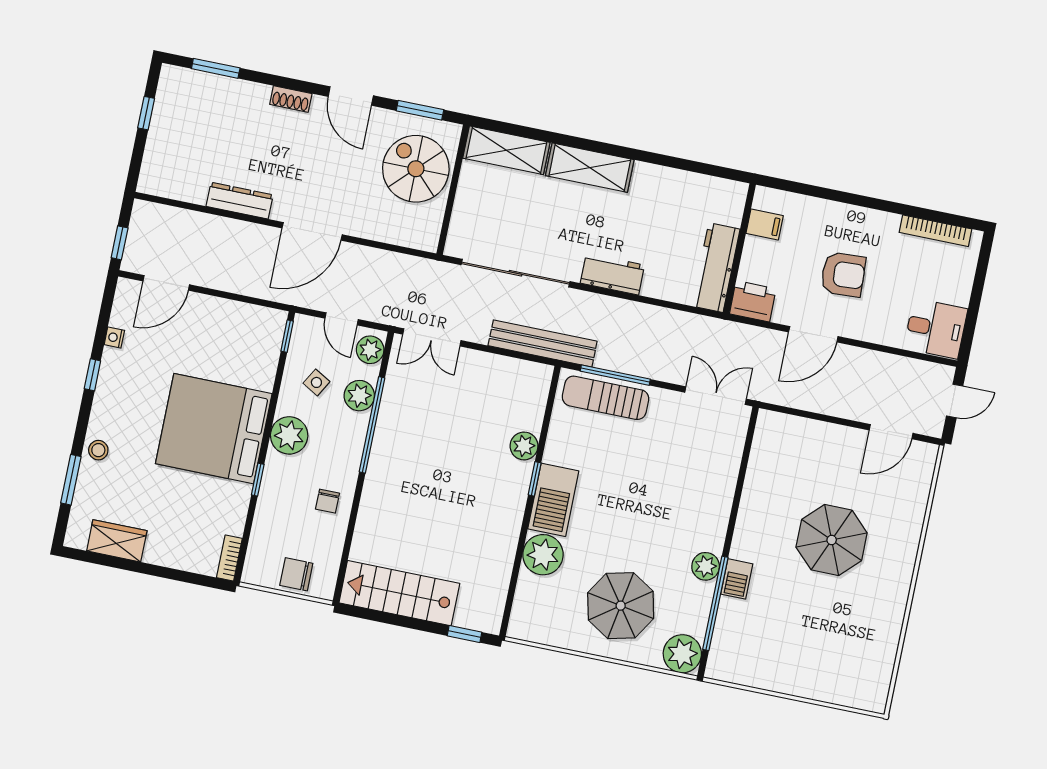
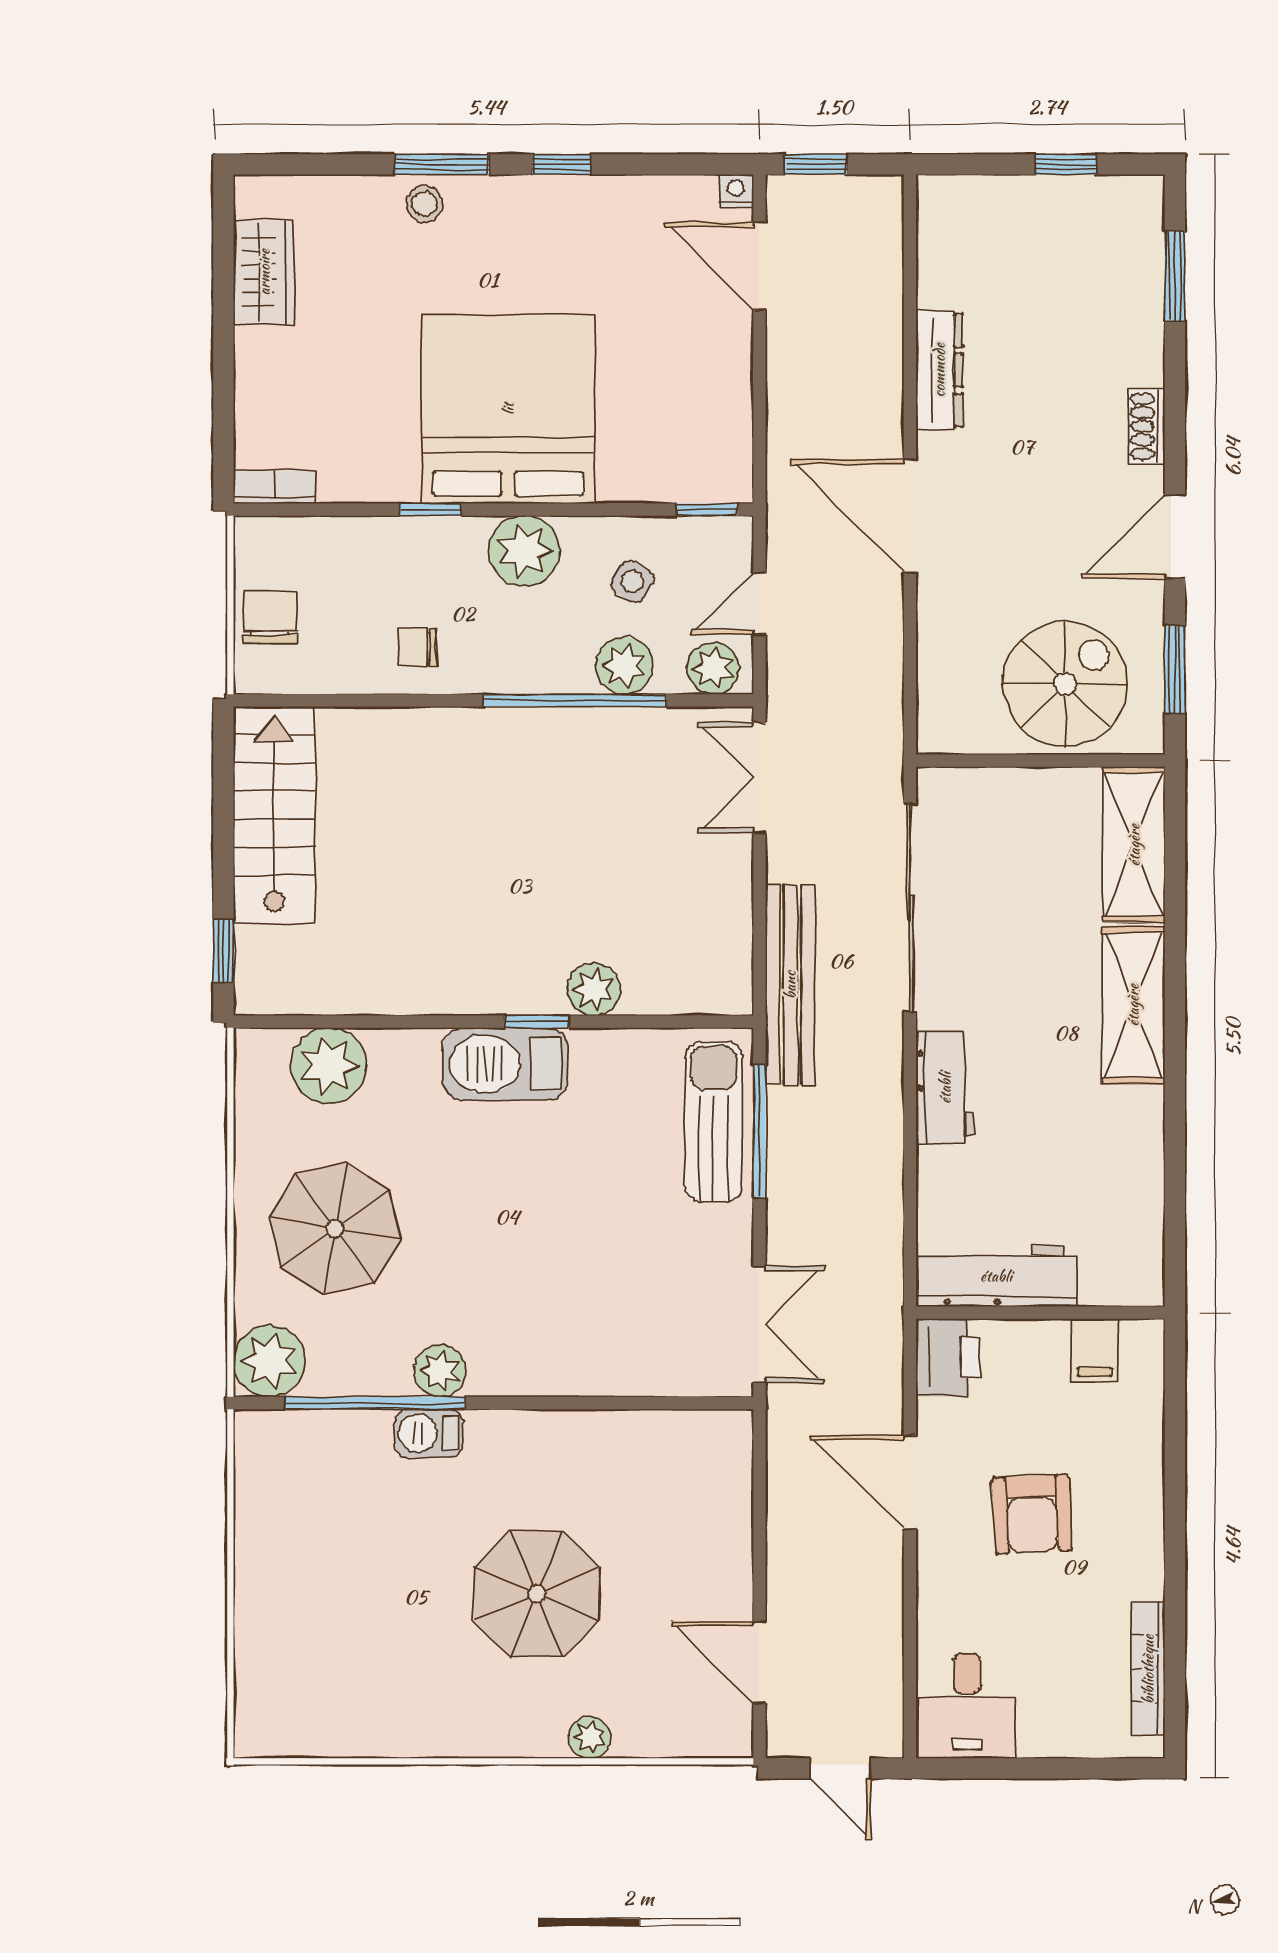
nightstand: (114, 338) -> (736, 191), moved
window: (71, 480) -> (442, 164), moved
plant: (912, 528) -> (590, 1737), added
plant: (543, 555) -> (329, 1066), moved

